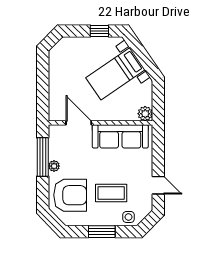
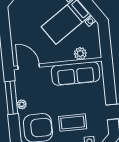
plant: (145, 114) -> (80, 54), moved
door: (79, 123) -> (29, 67), moved

